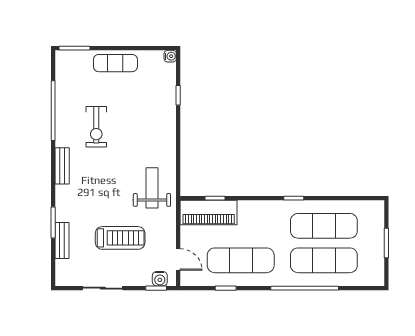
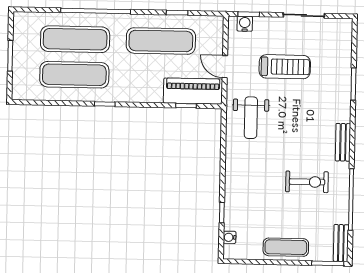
water cooler: (170, 56) -> (230, 237), moved
exercise bike: (96, 127) -> (307, 182), turned 90
treadmill: (120, 238) -> (285, 67), turned 180
bench: (62, 241) -> (341, 243), moved
door: (178, 260) -> (225, 67), moved

